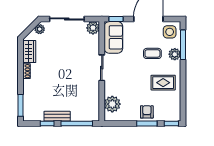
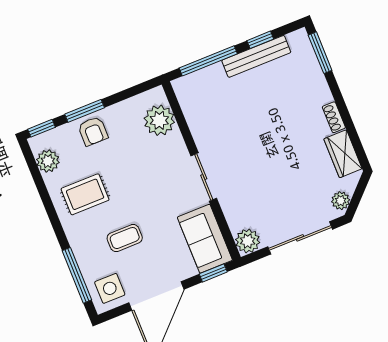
plant: (175, 54) -> (48, 161), moved
bench: (57, 116) -> (256, 56), width x1.36

